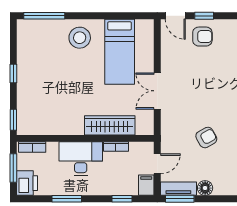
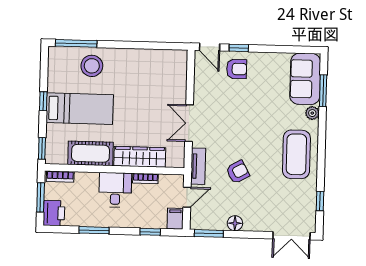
stool: (80, 38) -> (92, 66), moved
bed: (120, 52) -> (80, 109), moved, turned -90
cot: (61, 123) -> (90, 153), added
desk: (81, 159) -> (115, 190), width x0.73
tv unit: (178, 189) -> (198, 166), moved, turned 90

